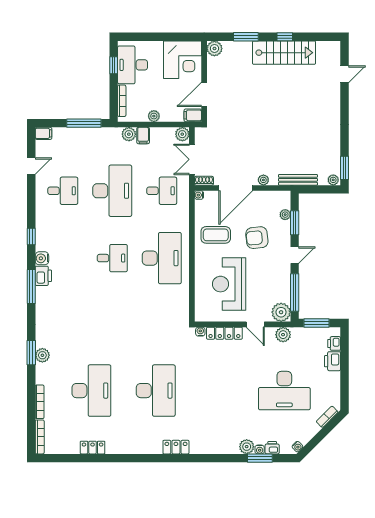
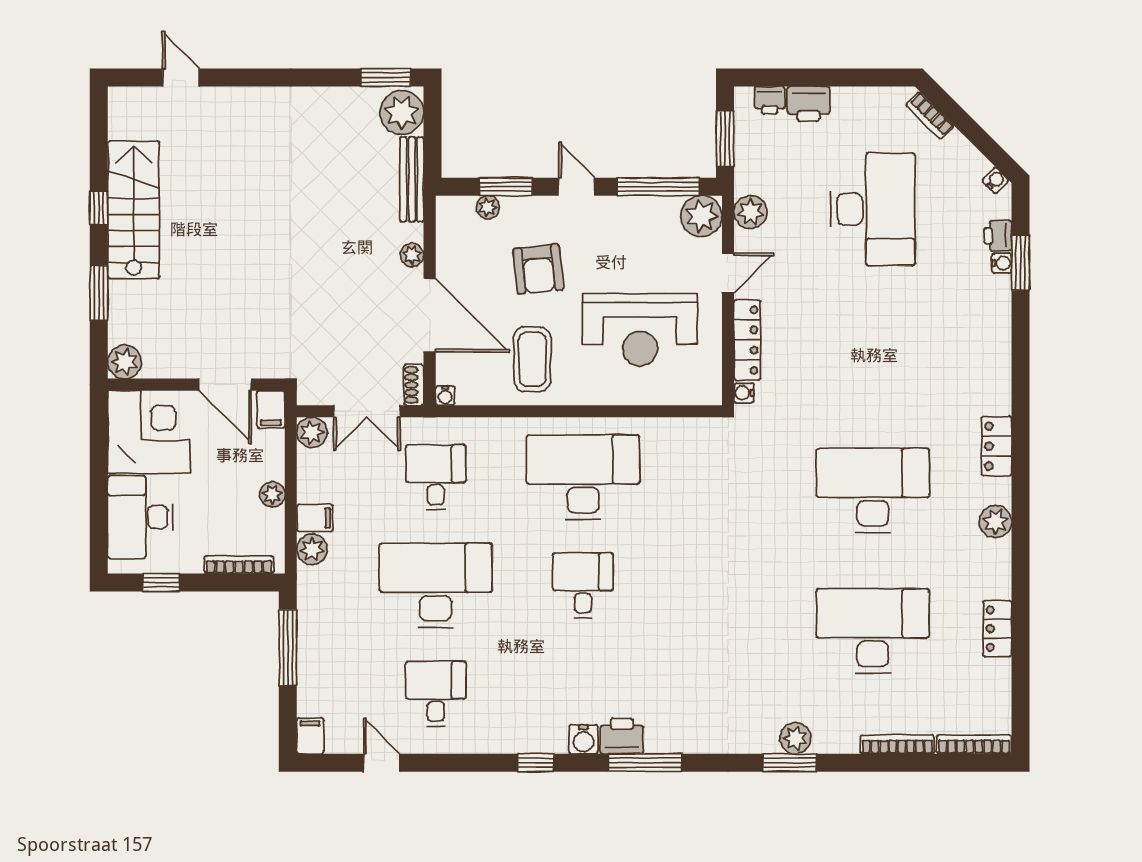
desk: (133, 65) -> (140, 517), moved, turned 90
plant: (333, 180) -> (402, 113), width x1.87, depth x1.87
plant: (247, 447) -> (995, 522), moved

